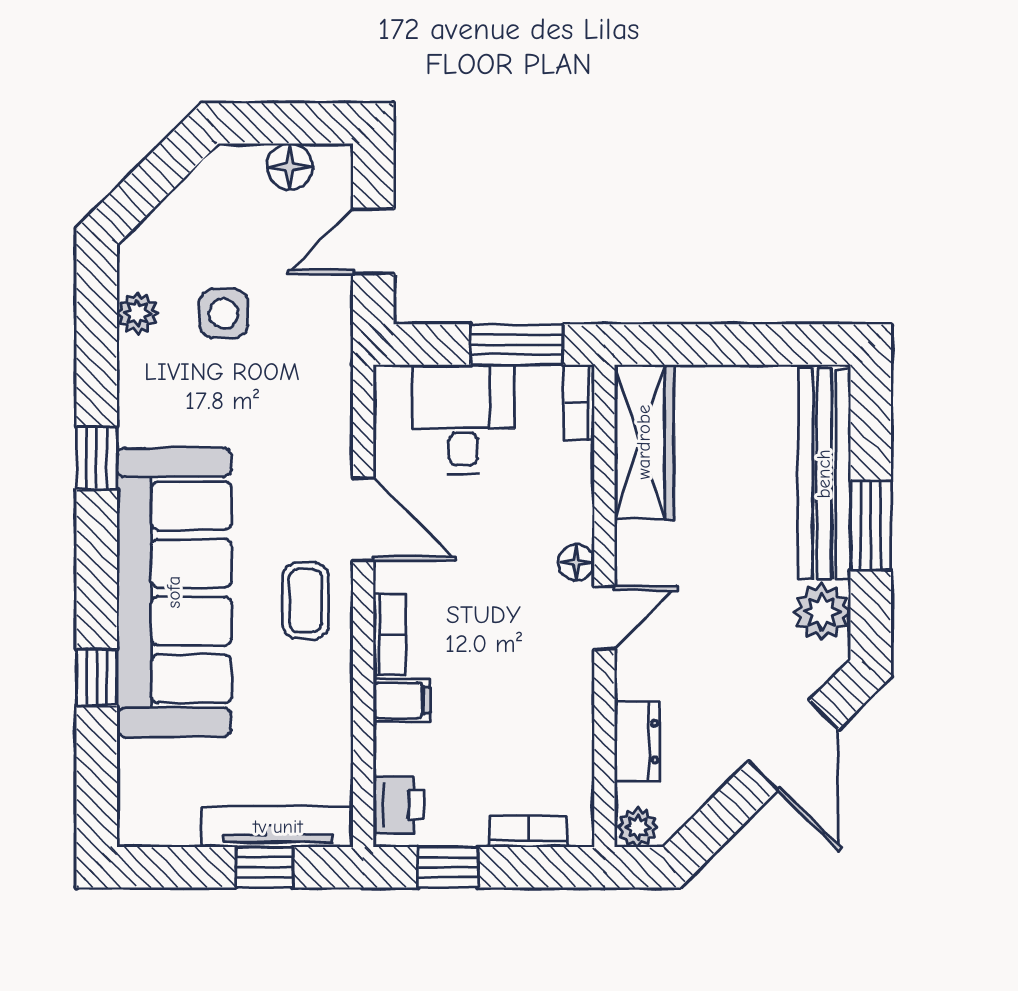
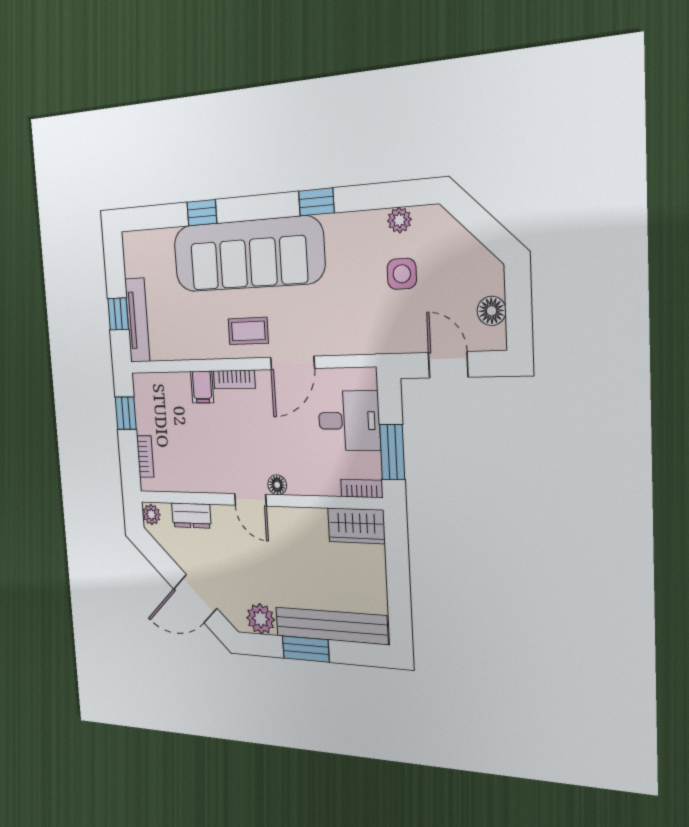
wardrobe: (644, 442) -> (356, 526), width x0.67
printer: (399, 805) -> (152, 386), removed

